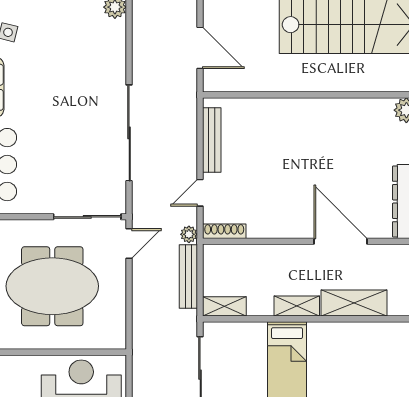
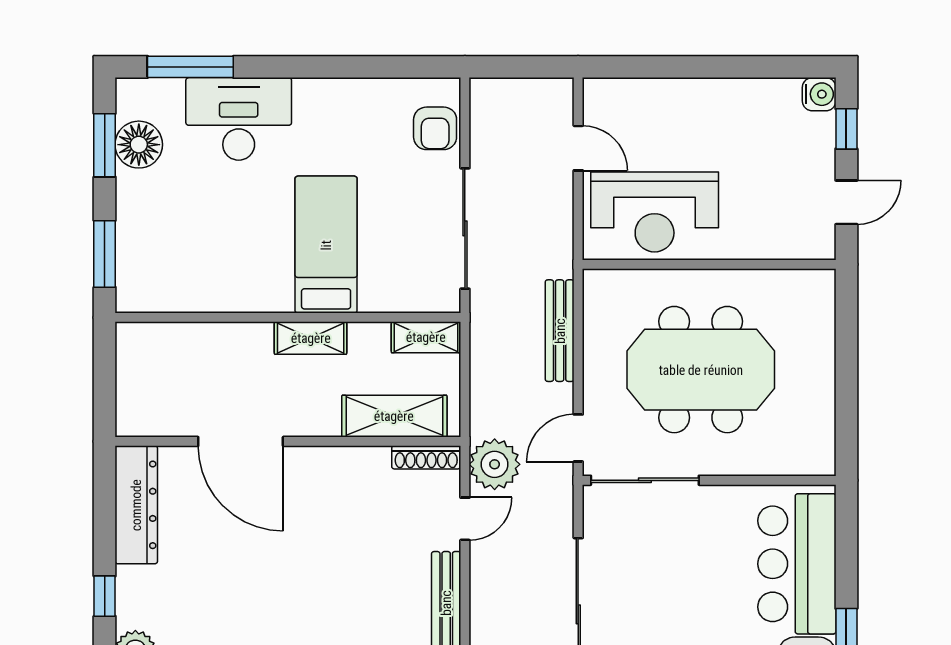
plant: (189, 234) -> (495, 464), width x1.88, depth x1.88
bench: (188, 276) -> (560, 331), moved
shelving: (354, 303) -> (394, 416), moved

